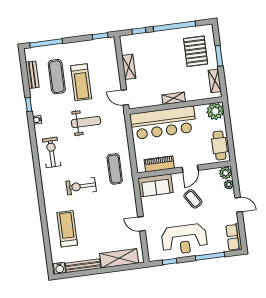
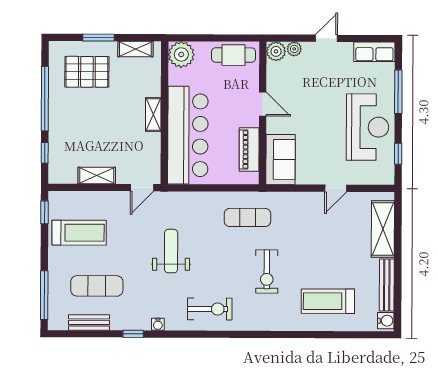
treadmill: (81, 82) -> (79, 233), moved
exercise bike: (52, 152) -> (210, 309), turned 180
coffee table: (193, 199) -> (309, 106), removed

